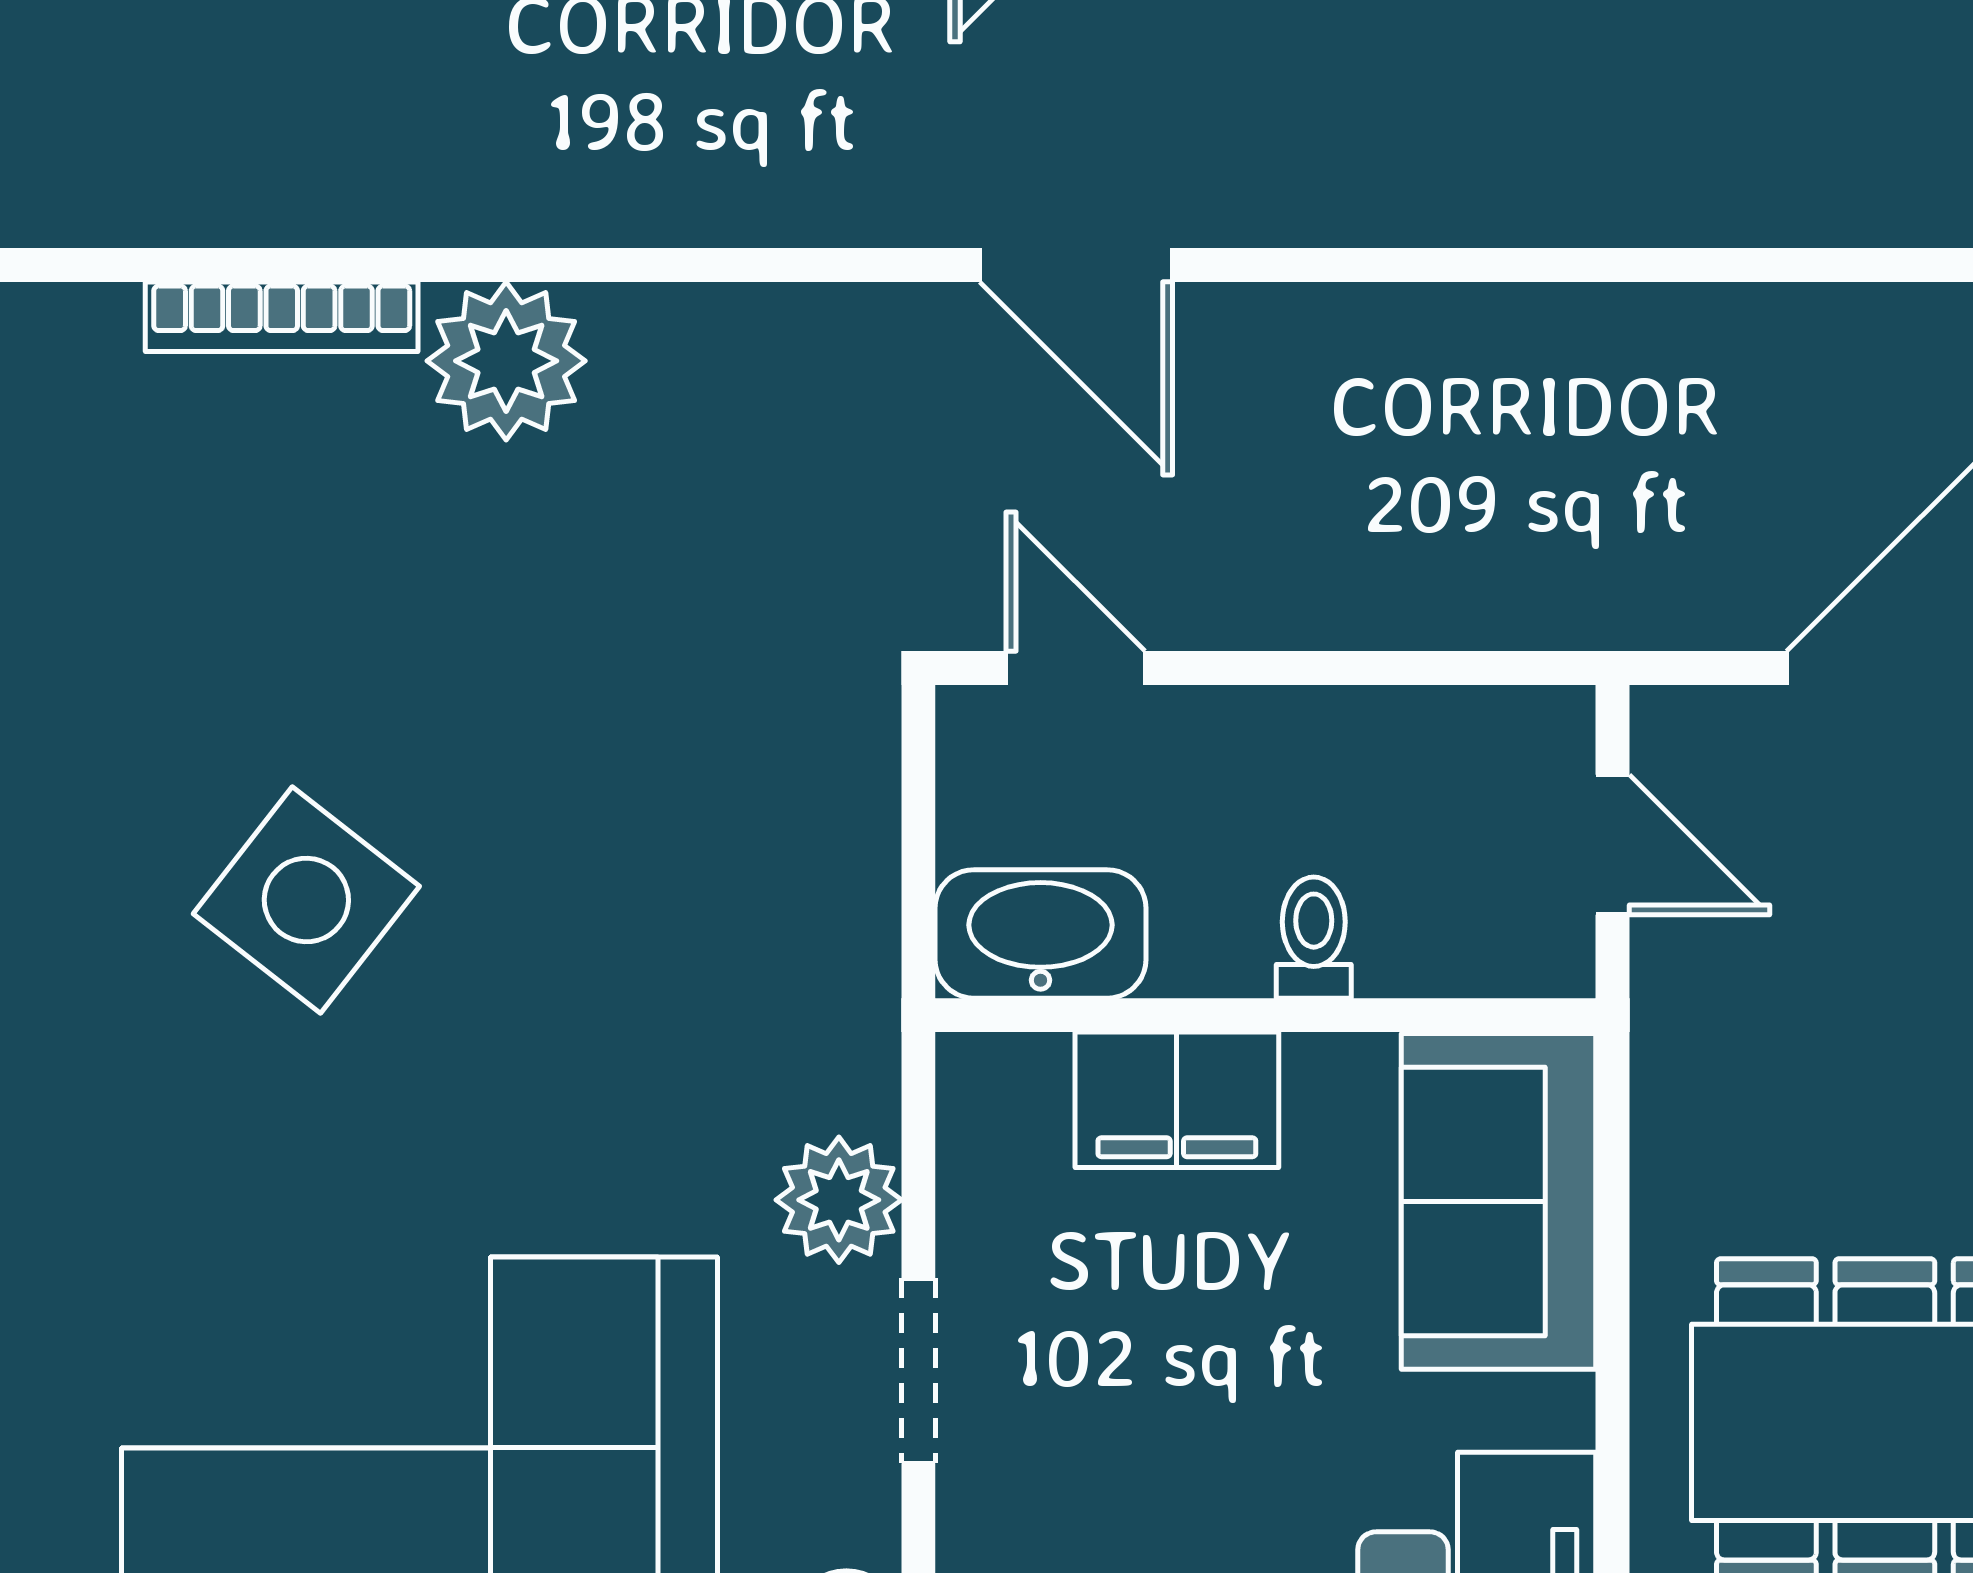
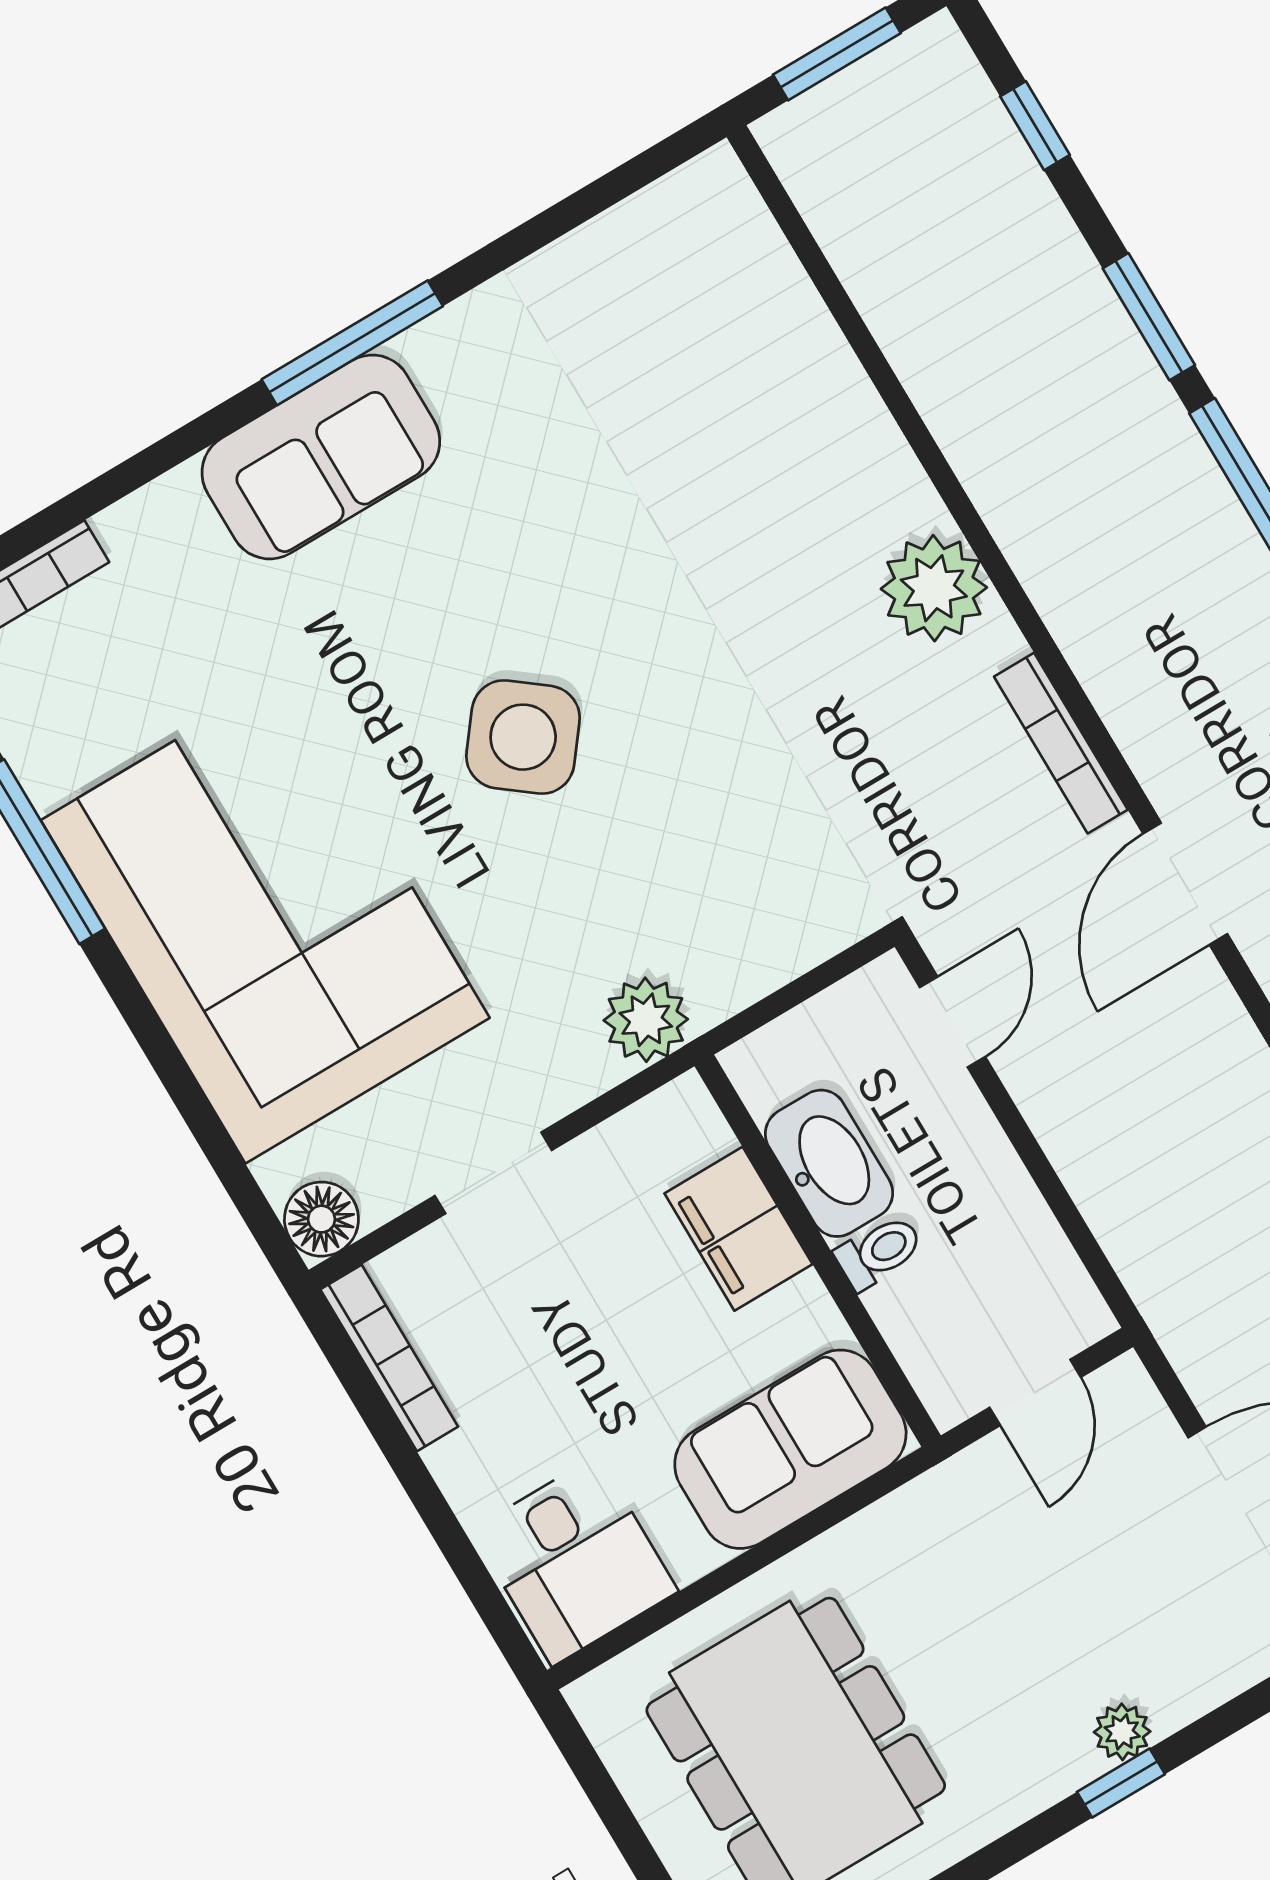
bookcase: (282, 317) -> (1061, 743), moved
side table: (306, 900) -> (523, 737), moved
washbasin: (1041, 934) -> (829, 1163), moved
plant: (839, 1200) -> (646, 1020), moved

